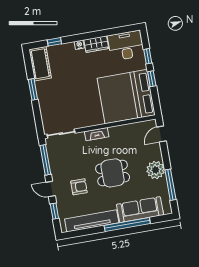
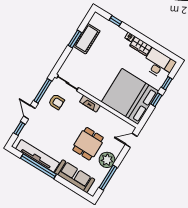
cot: (40, 64) -> (87, 39), moved
dining table: (113, 173) -> (88, 144), moved, turned 90
armchair: (79, 187) -> (56, 102), moved
window: (127, 224) -> (38, 166), moved

